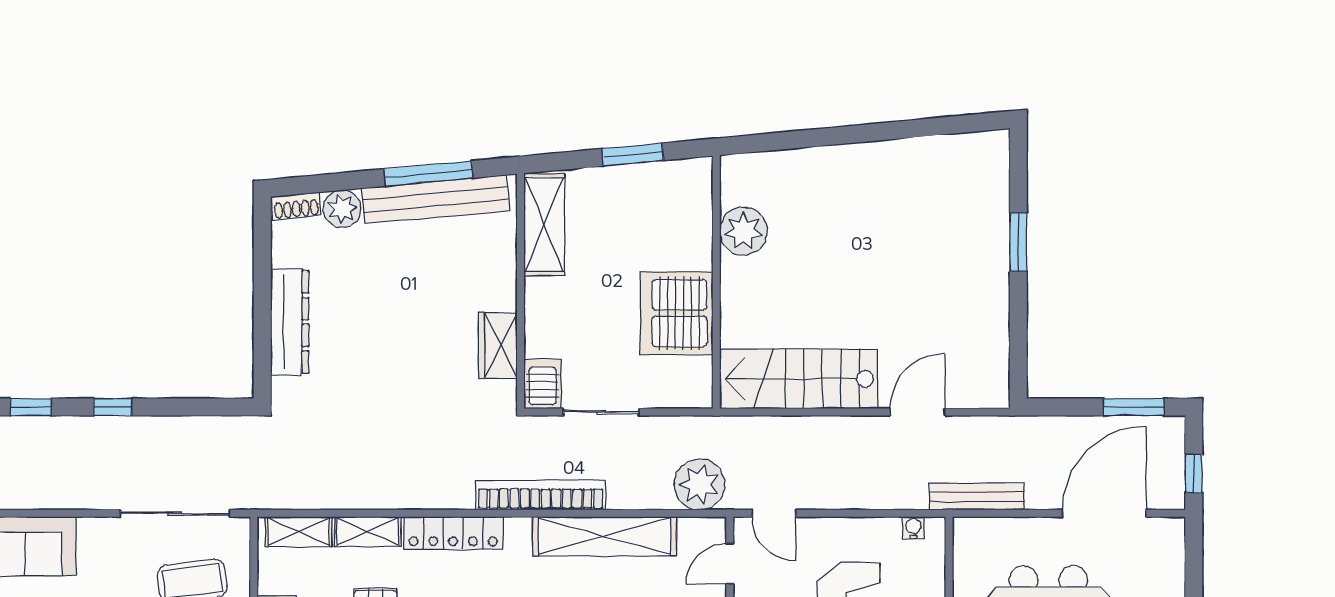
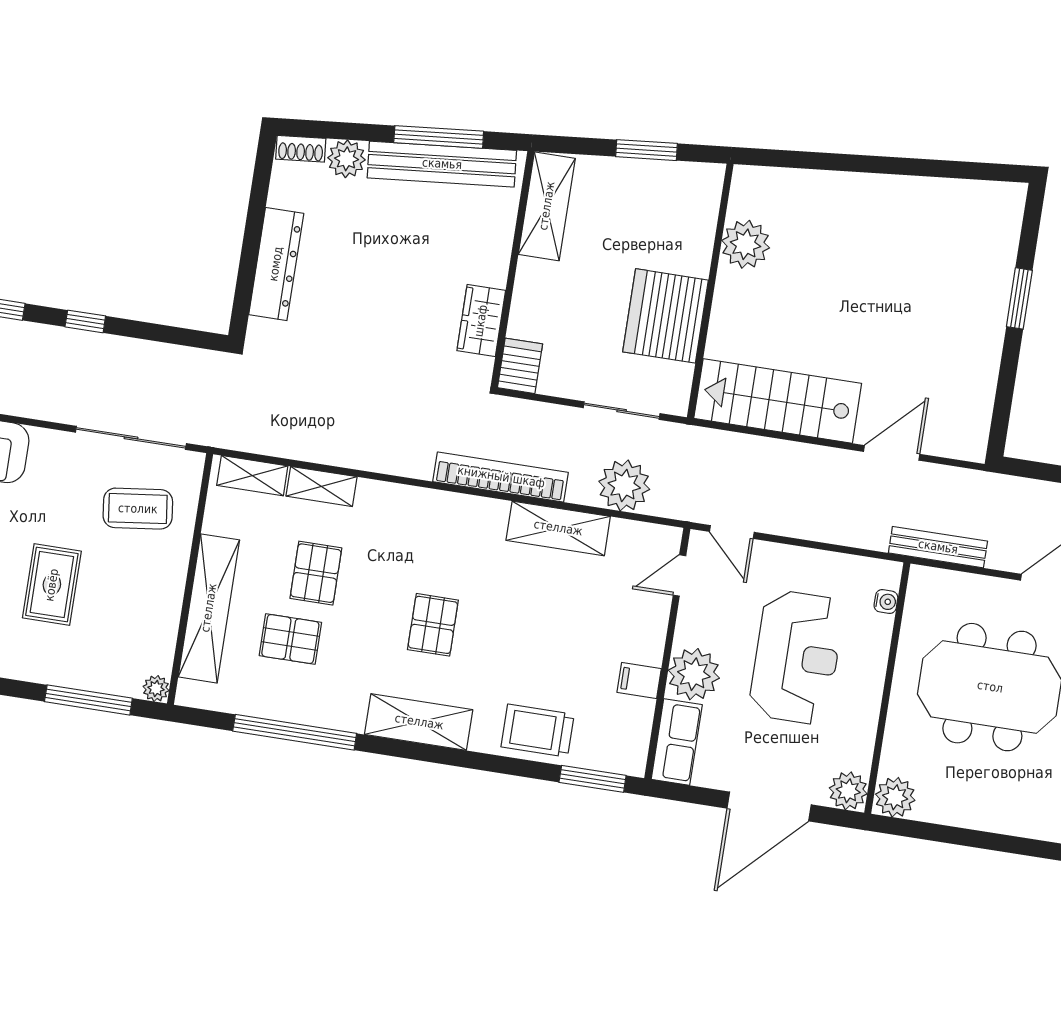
sliding door: (601, 412) -> (622, 411), moved
plant: (700, 484) -> (624, 485), moved
water cooler: (913, 528) -> (886, 602), moved, turned 90
locker: (453, 533) -> (407, 501), removed
shelving: (604, 536) -> (558, 528), width x0.68

